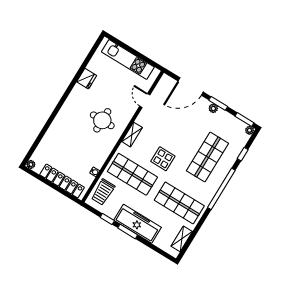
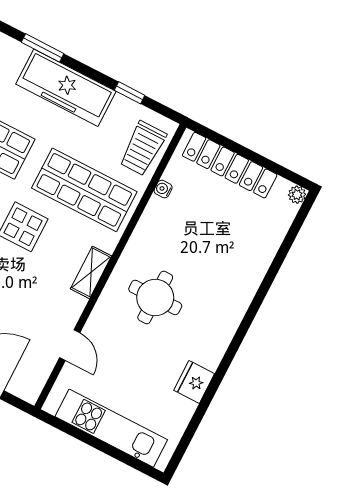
trolley: (103, 192) -> (143, 148), turned 180
window: (128, 231) -> (43, 48), moved

